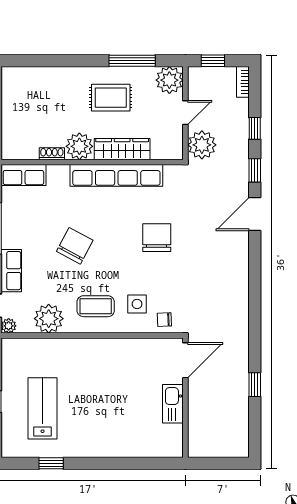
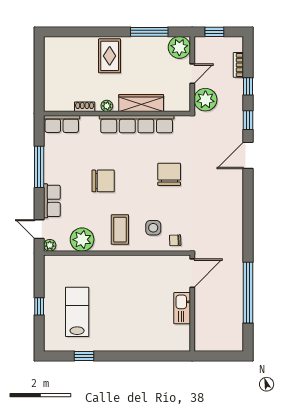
bookcase: (243, 82) -> (238, 65), moved
rug: (111, 98) -> (110, 56), moved, turned 90
plant: (79, 146) -> (107, 106), width x0.53, depth x0.53
chair: (75, 246) -> (103, 181), turned 62
coffee table: (96, 306) -> (120, 230), turned 90
window: (255, 385) -> (248, 293), width x3.17

